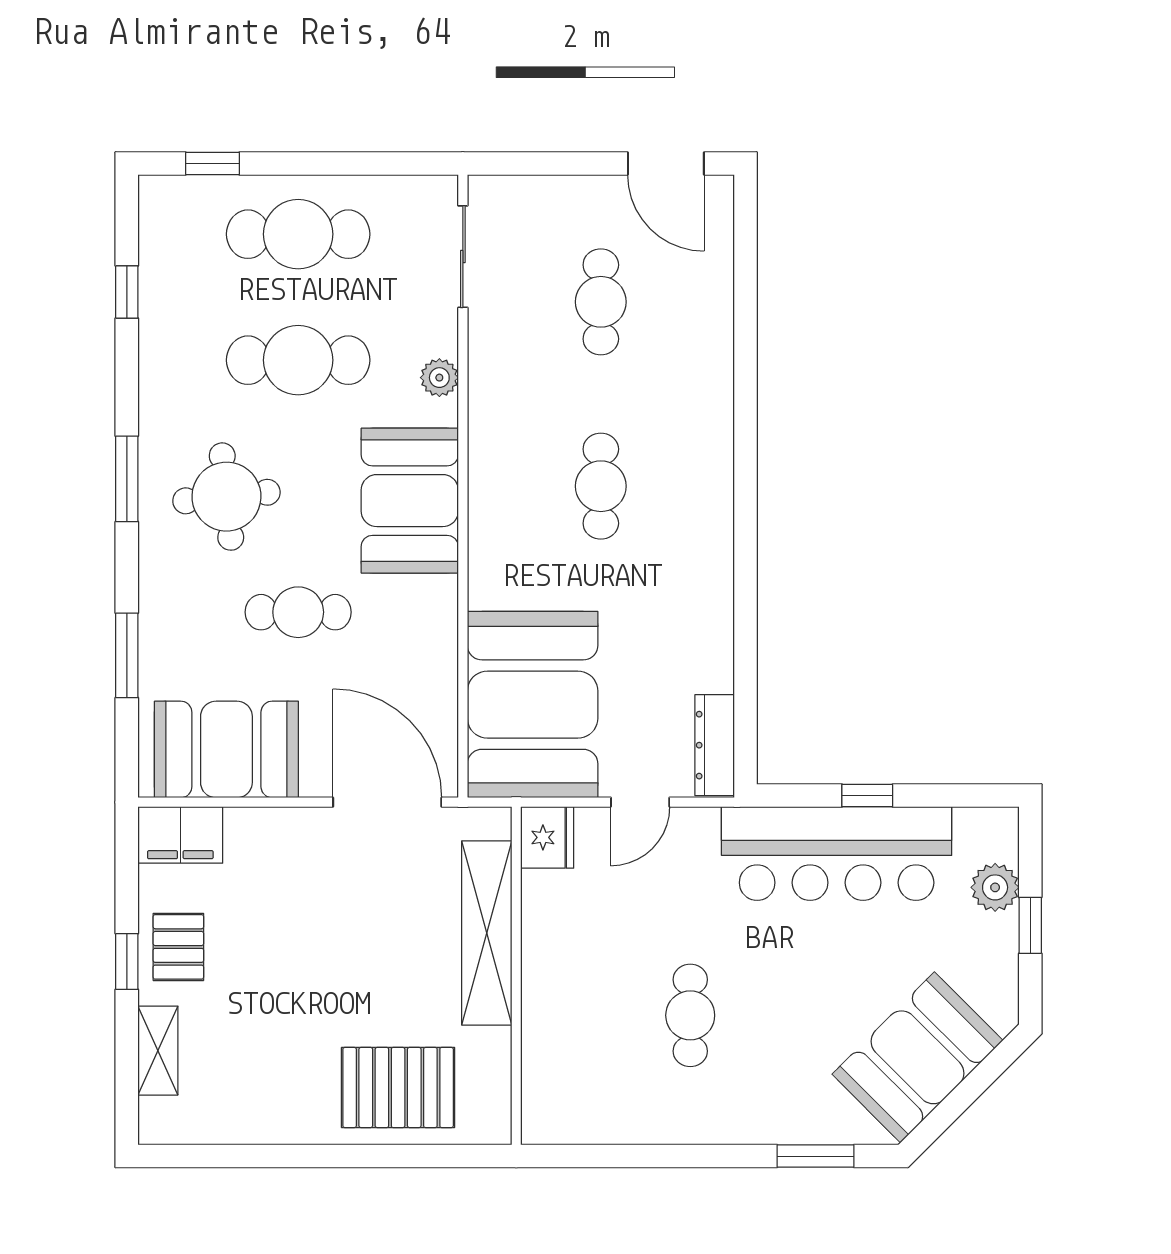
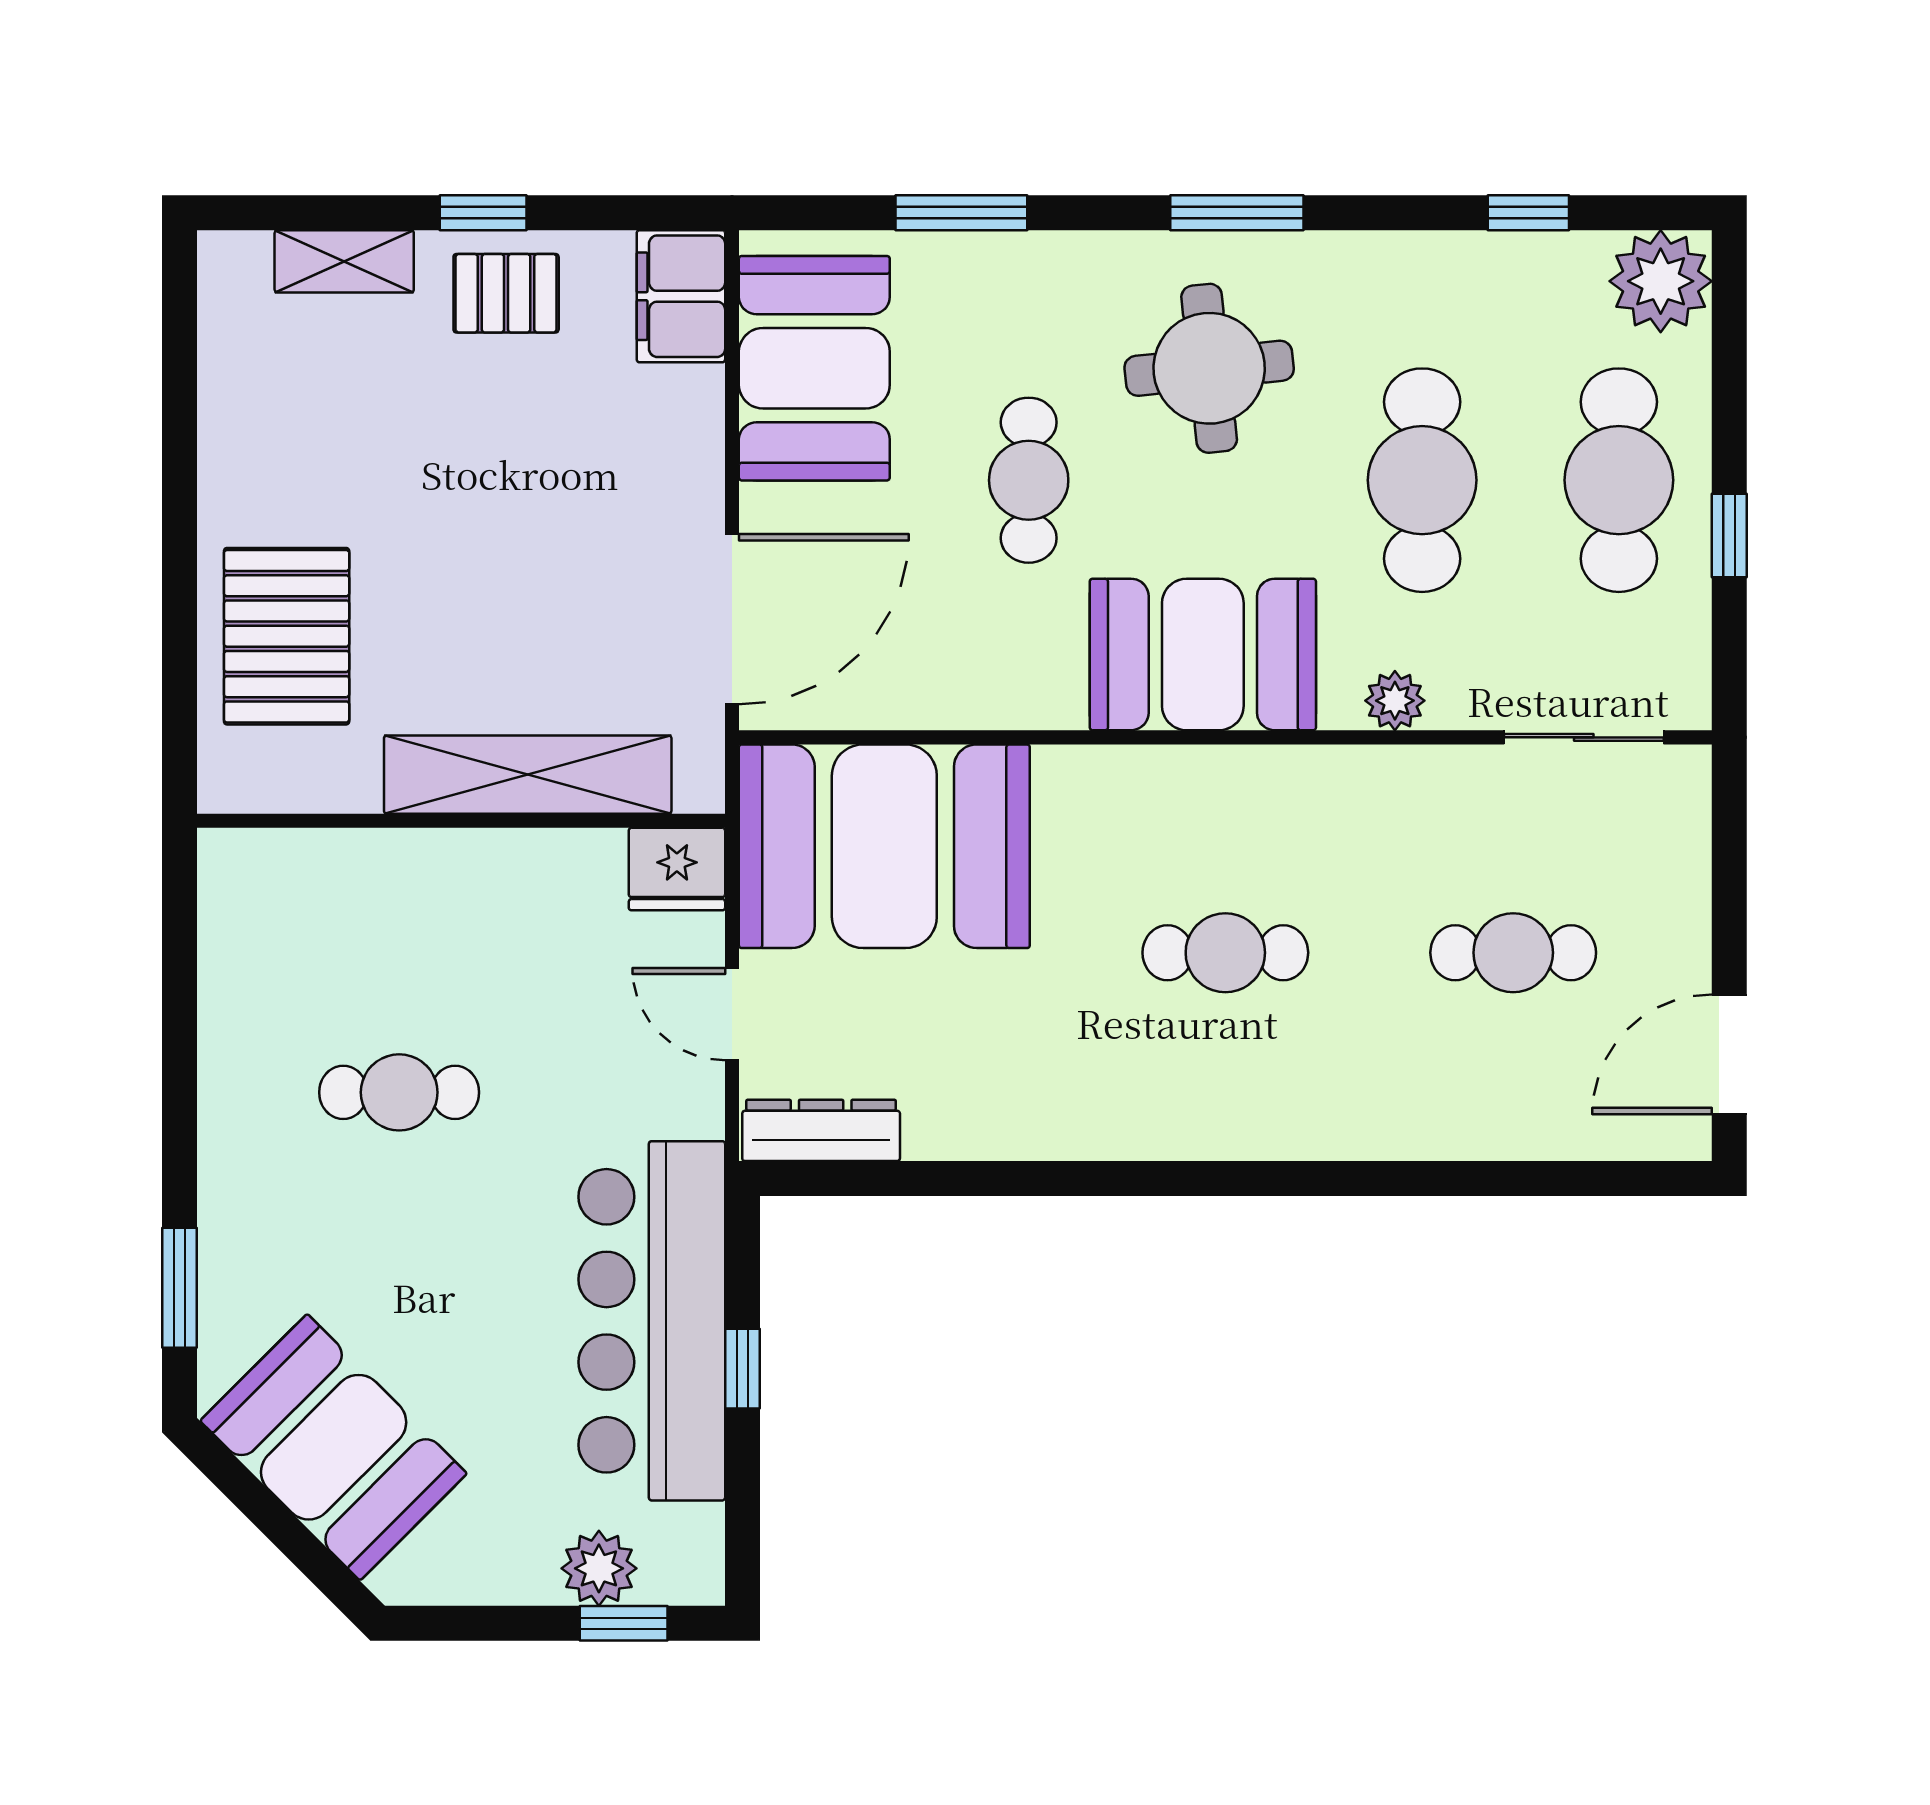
window: (213, 163) -> (1729, 535), moved
plant: (171, 207) -> (1661, 281), added
window: (1030, 925) -> (624, 1623), moved

